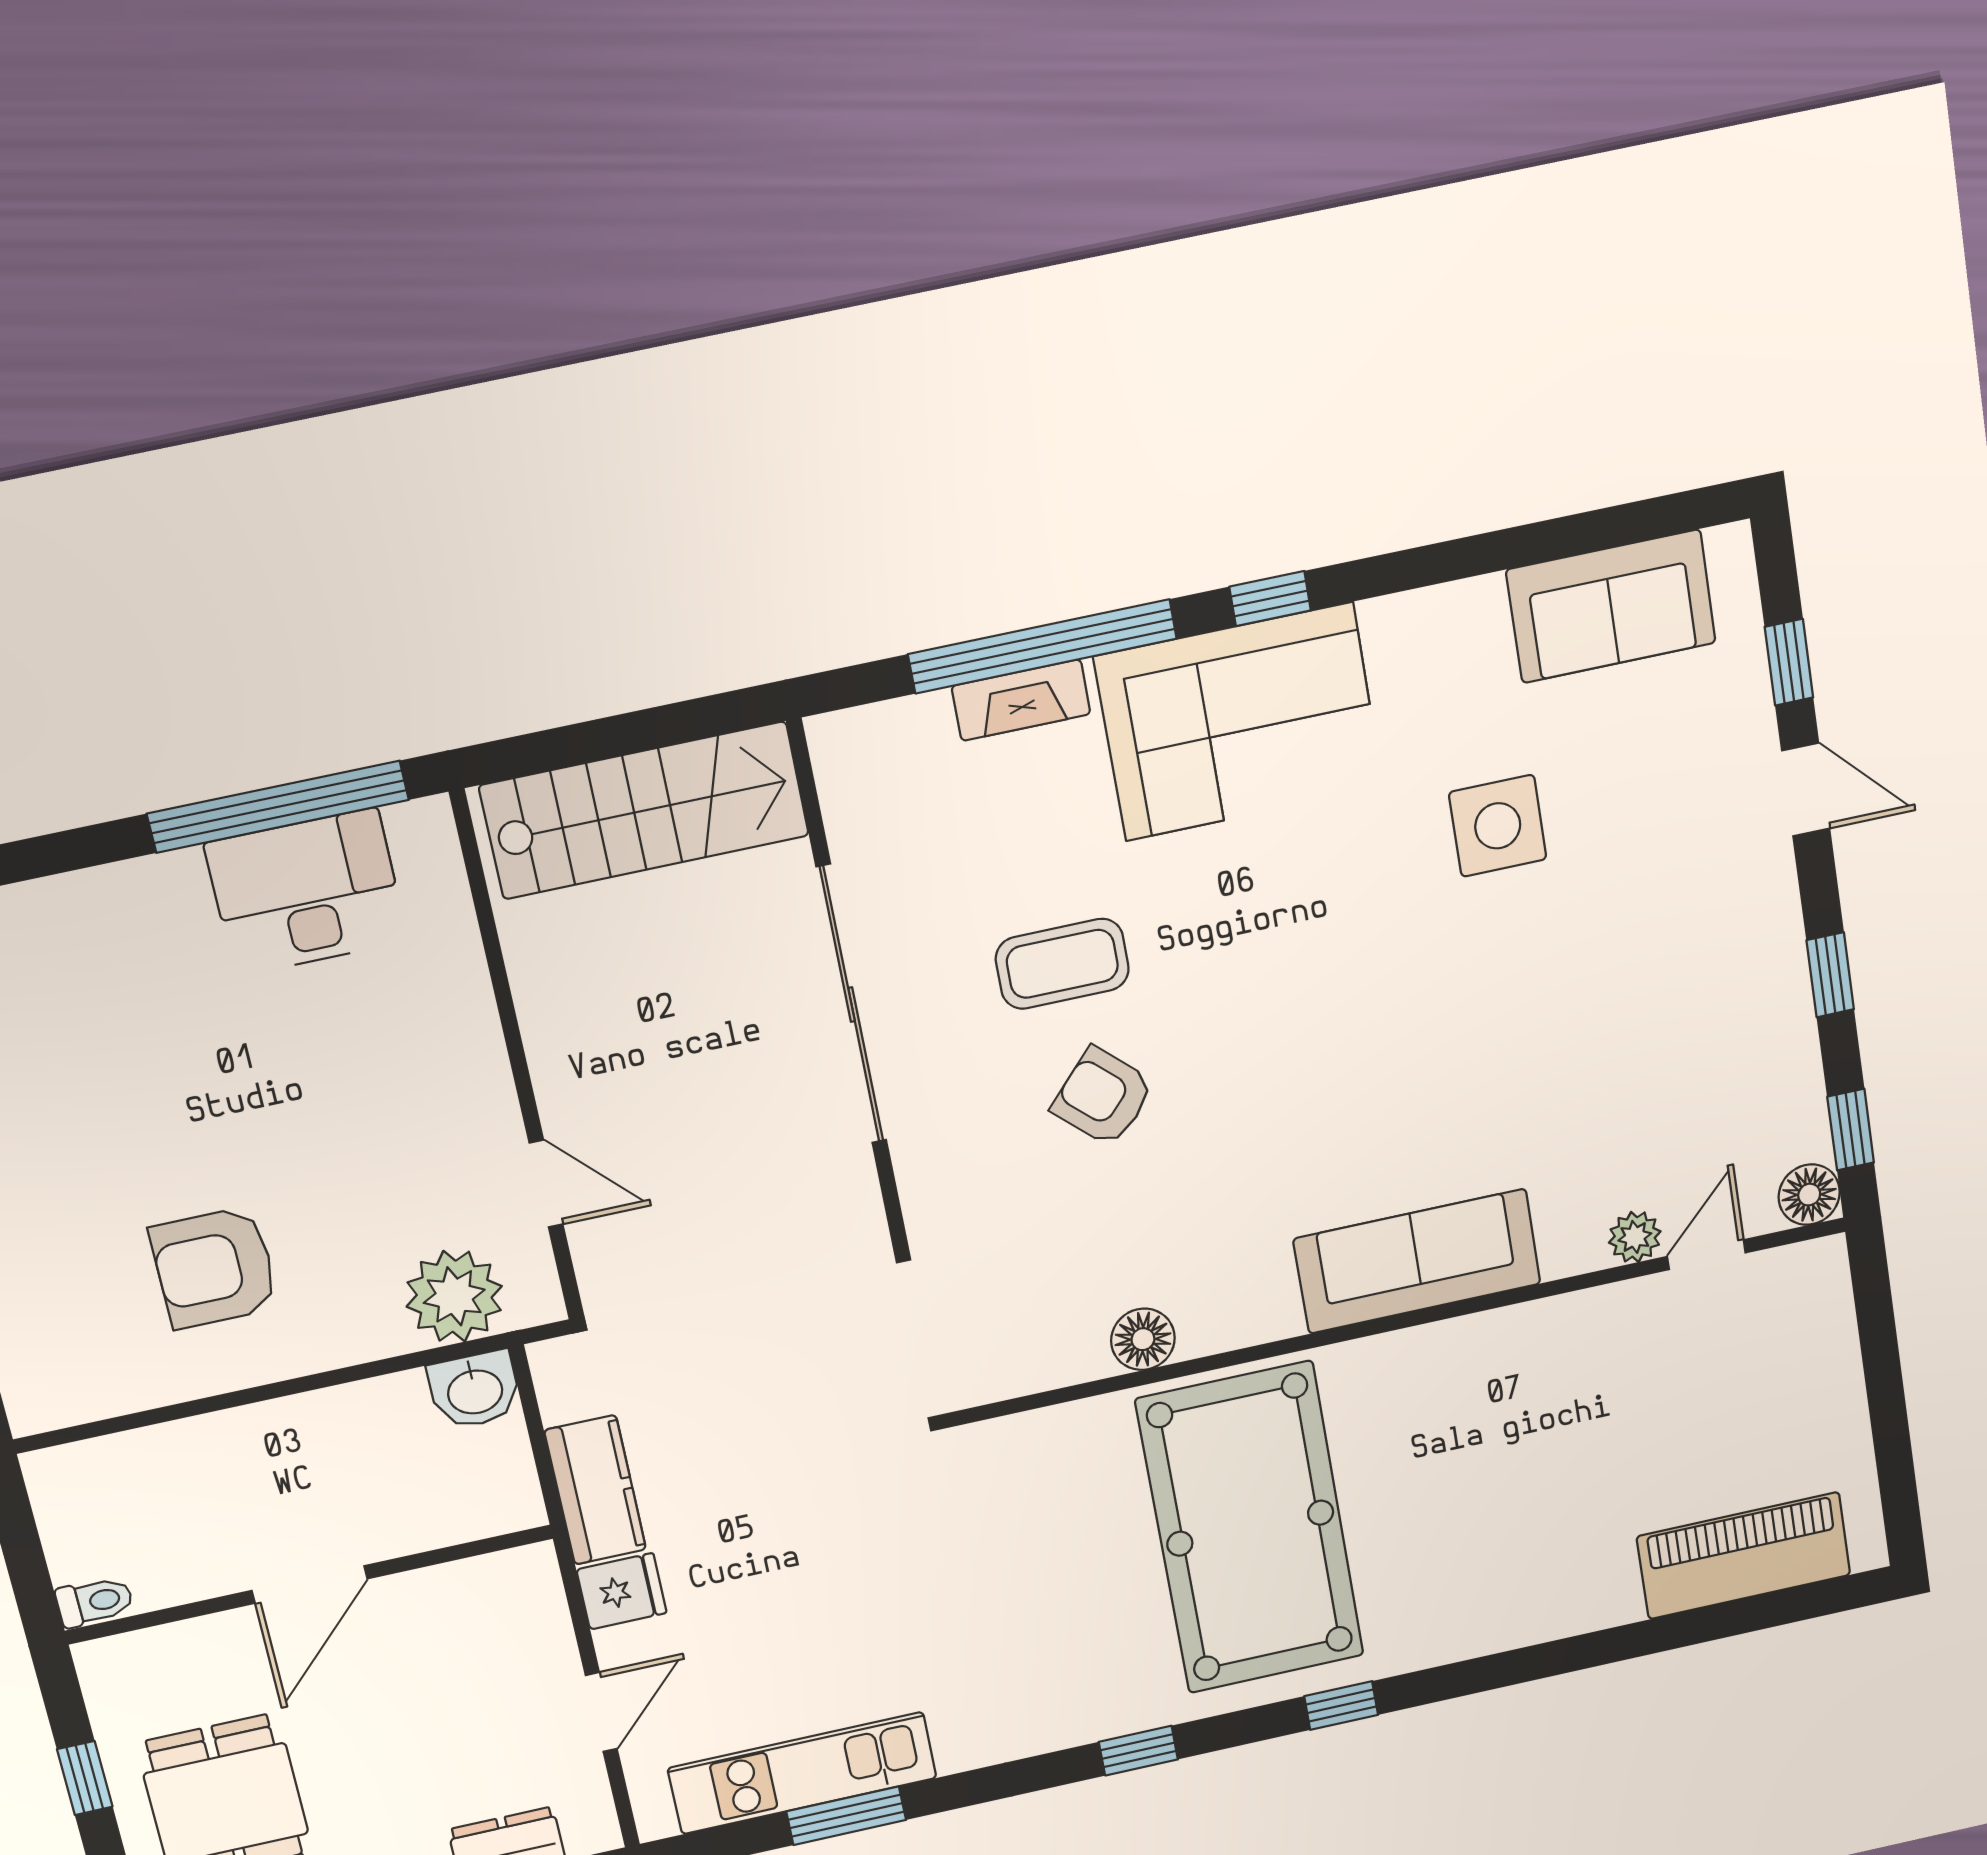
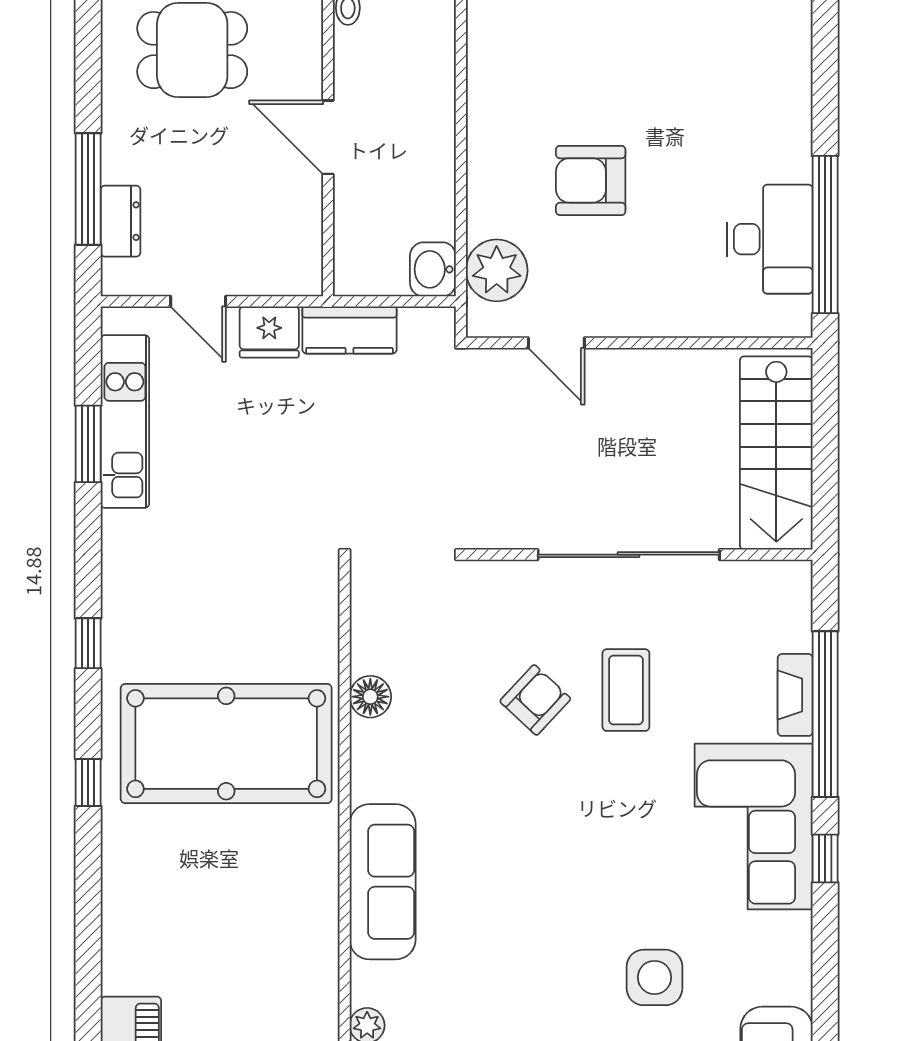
door: (546, 1184) -> (556, 343), hinge flipped
armchair: (214, 1268) -> (591, 180), moved, turned -90
fridge: (622, 1591) -> (269, 332), width x1.38

